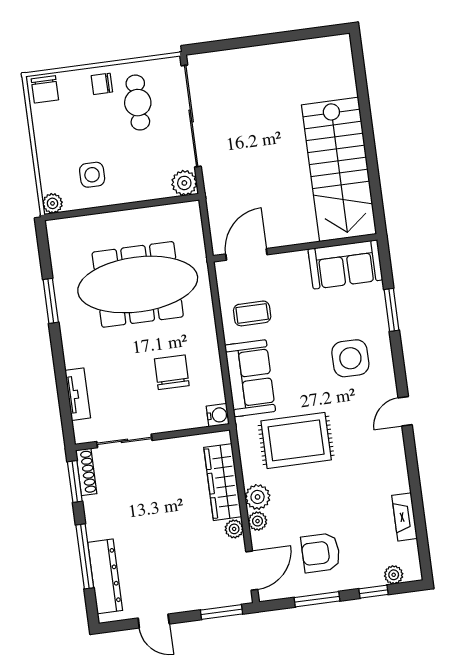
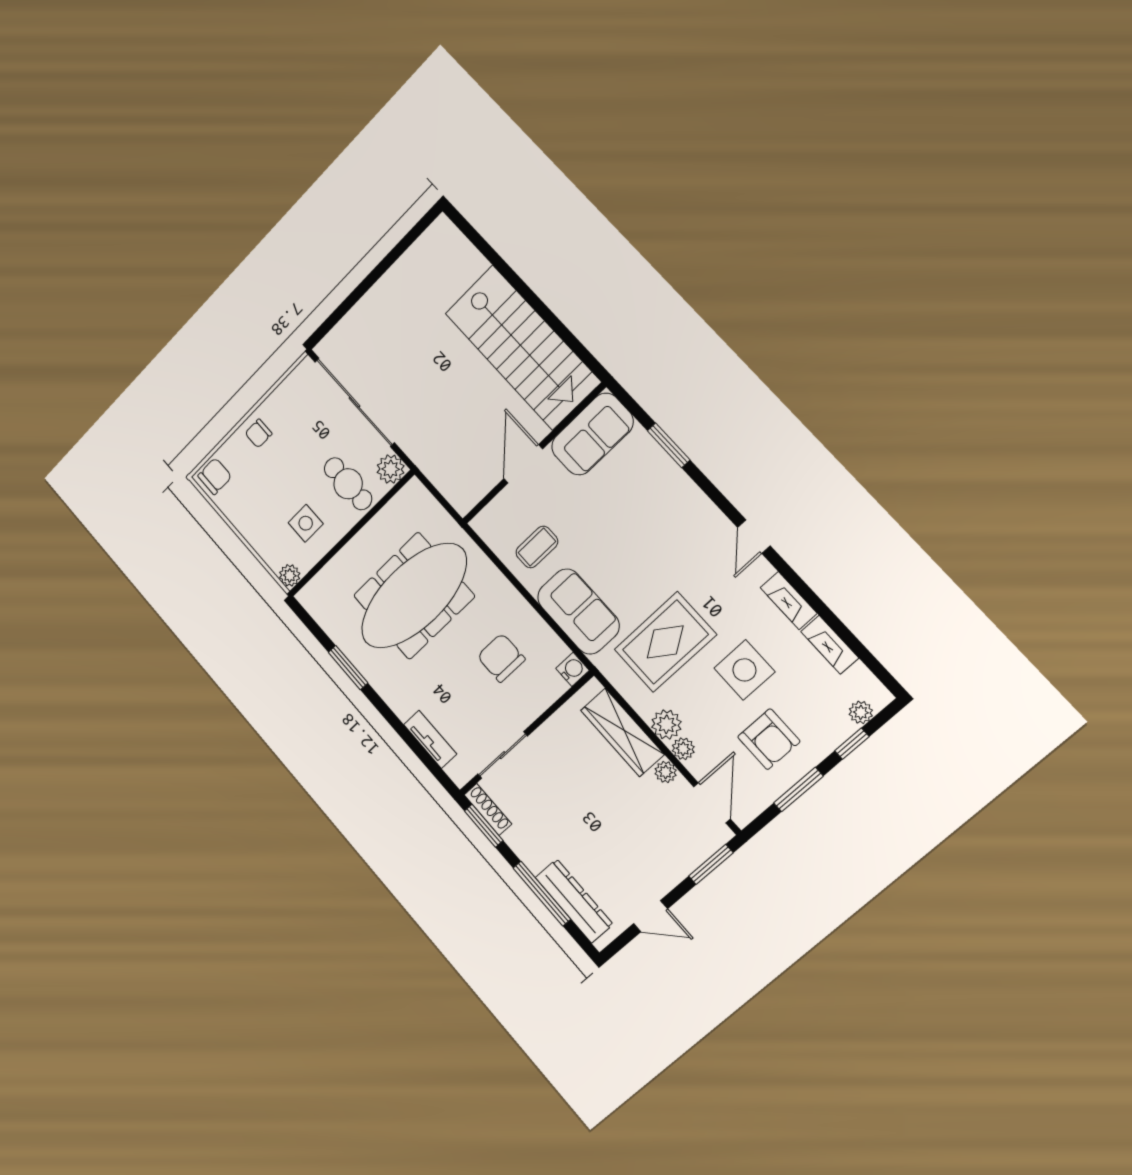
chair: (45, 89) -> (215, 476), turned -90
cafe table: (138, 103) -> (348, 484), moved
door: (246, 254) -> (523, 464), moved
side table: (350, 358) -> (744, 670), moved
fireplace: (398, 469) -> (789, 601), added
armchair: (321, 553) -> (769, 739), turned -90

